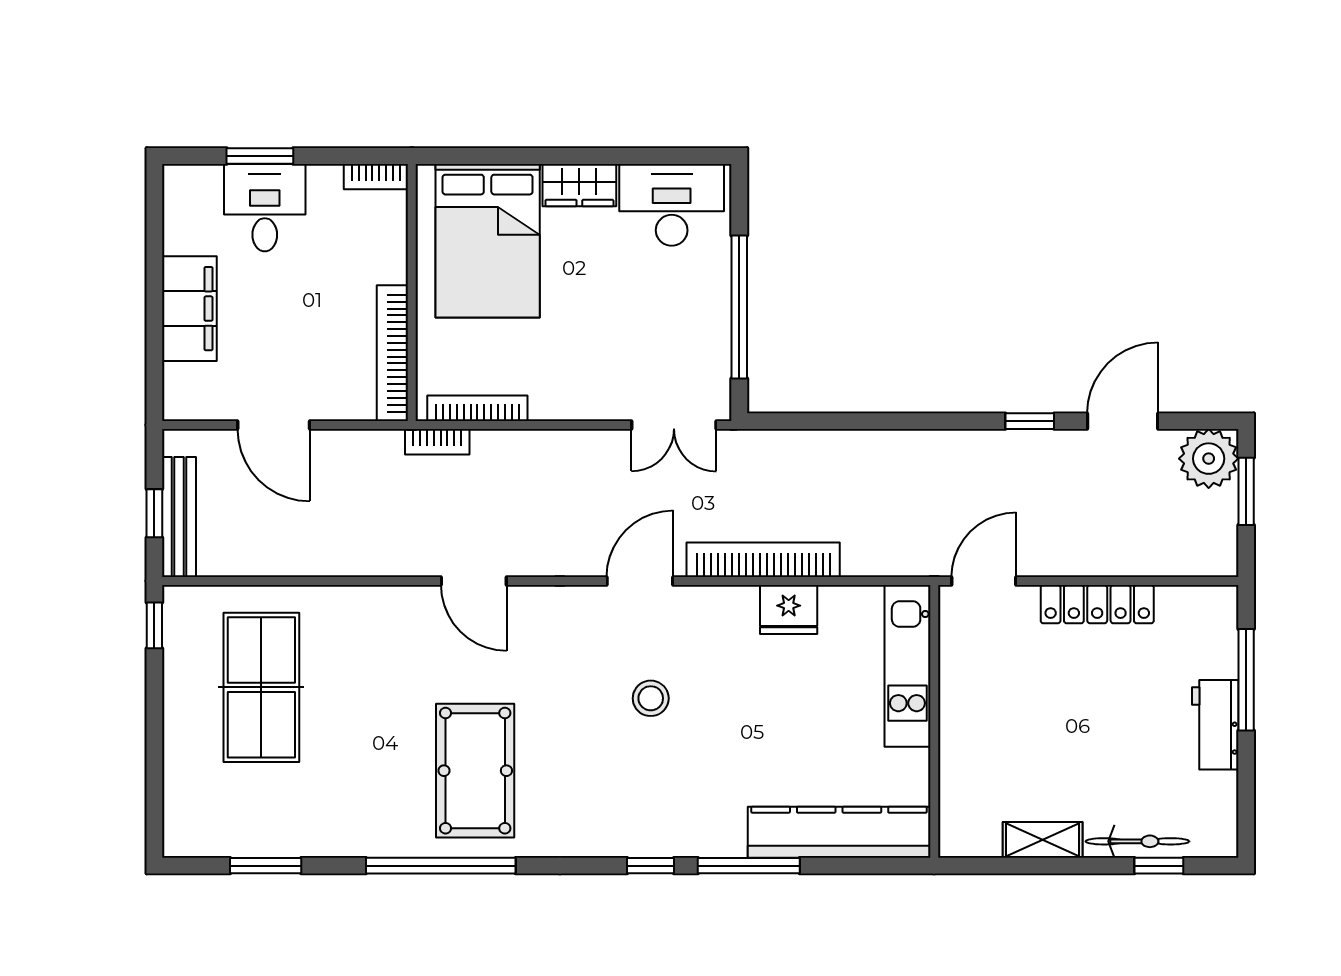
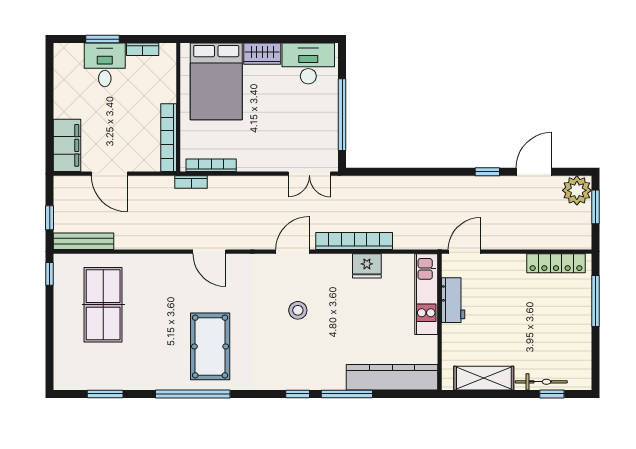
bookcase: (376, 177) -> (143, 49), moved
filing cabinet: (189, 309) -> (67, 145), moved
bench: (179, 517) -> (84, 241), moved, turned 90
locker: (1097, 604) -> (556, 263), moved
workbench: (1215, 725) -> (453, 300), moved, turned 180
shelving: (1043, 840) -> (484, 378), width x1.50, depth x1.33

